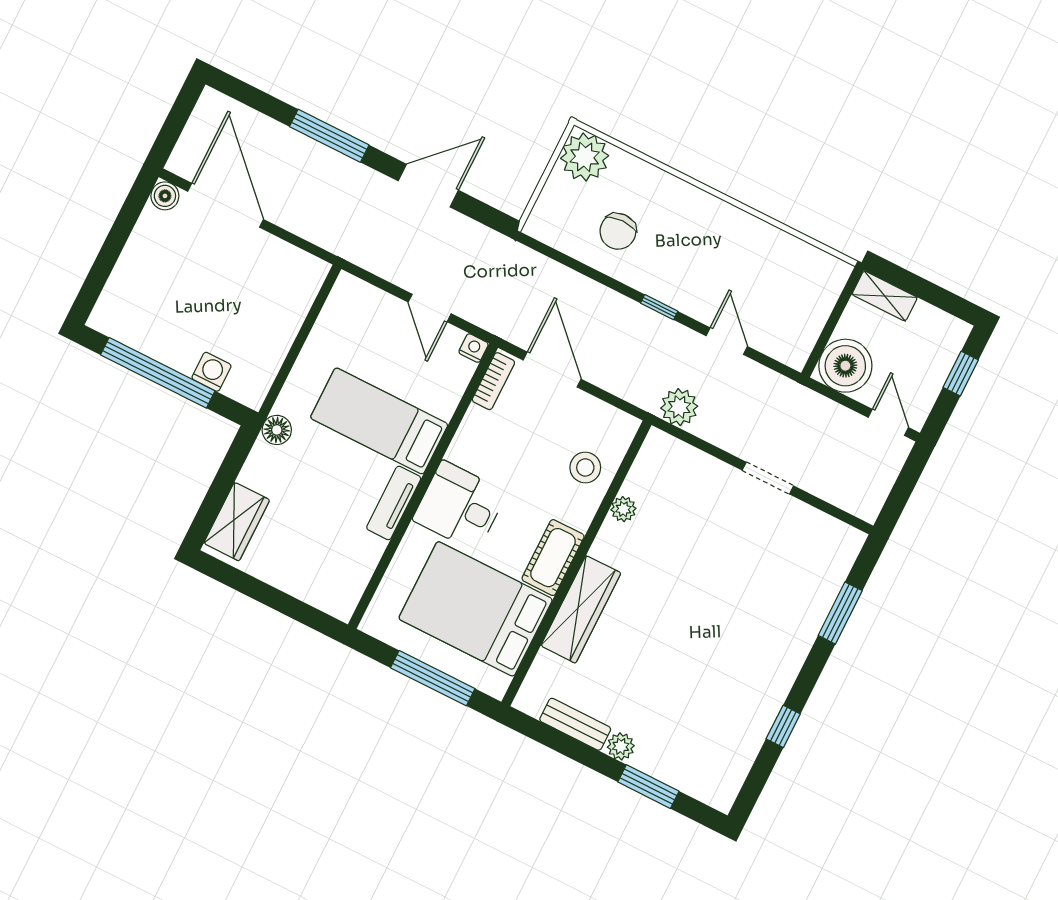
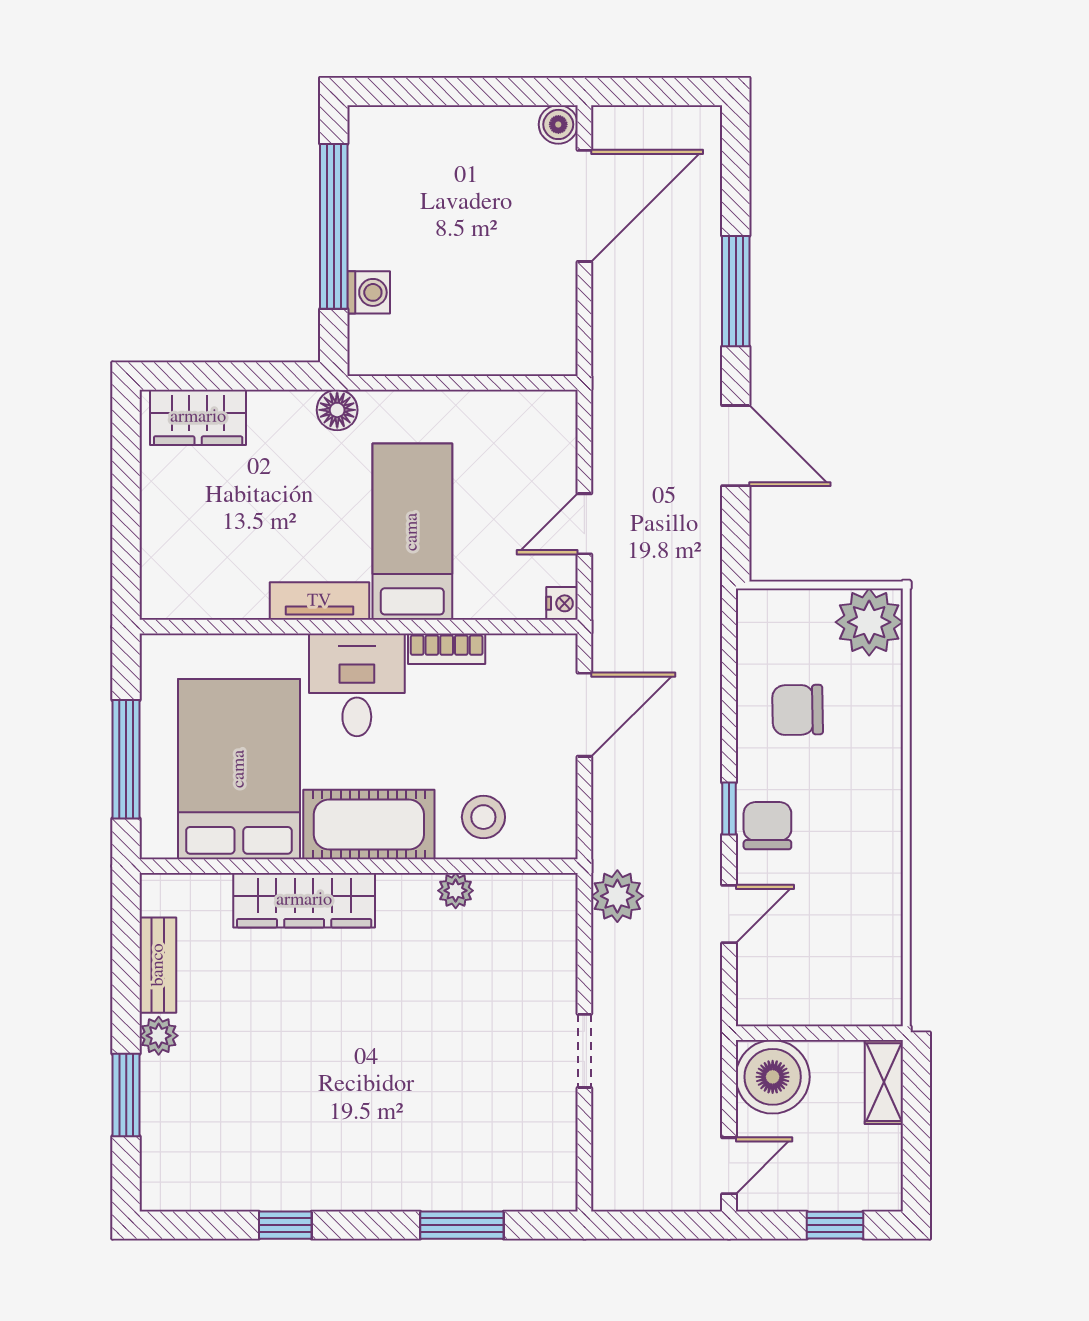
chair: (683, 288) -> (767, 826), added
bookcase: (493, 381) -> (447, 649), moved
cot: (553, 558) -> (369, 824), width x1.37, depth x1.34

